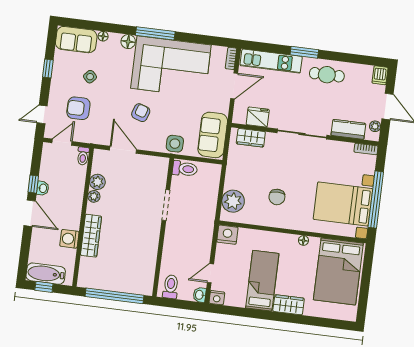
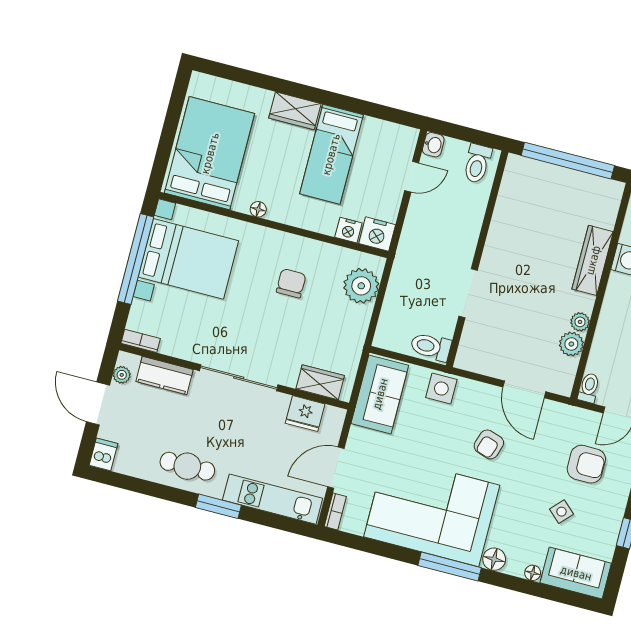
nightstand: (217, 298) -> (348, 230), moved, turned 180

